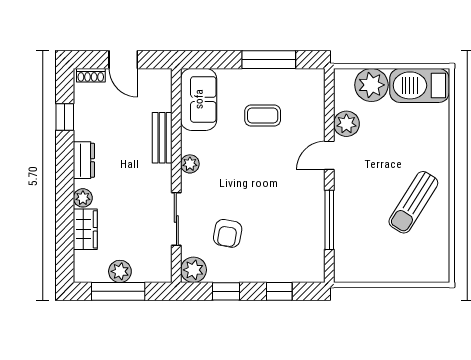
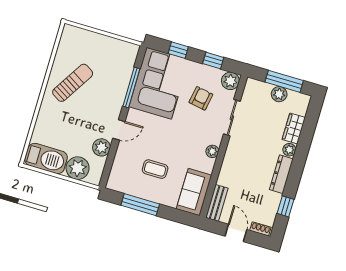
bench: (162, 138) -> (217, 203), moved
dresser: (84, 160) -> (281, 174), width x1.44
corner sofa: (293, 237) -> (159, 83), added

